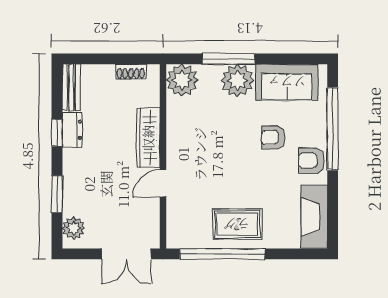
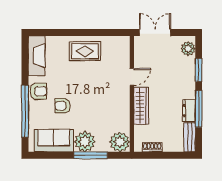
window: (57, 133) -> (199, 109), width x2.17
armchair: (273, 137) -> (63, 106), turned 180
window: (222, 254) -> (94, 32), removed

